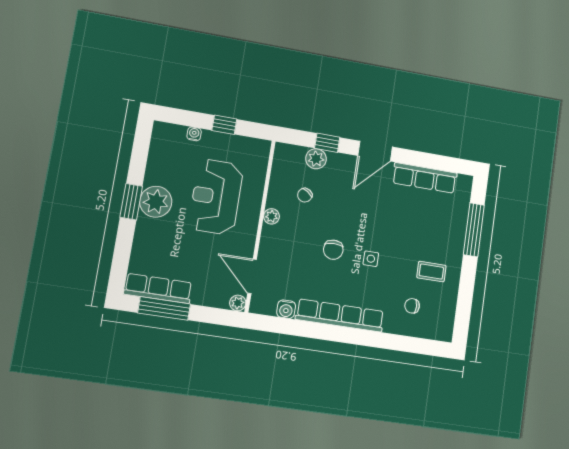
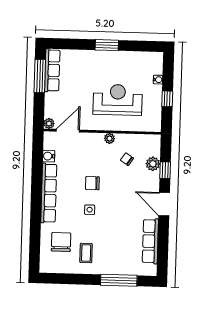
plant: (156, 202) -> (109, 61), removed
chair: (412, 306) -> (61, 242), width x1.87, depth x1.87

